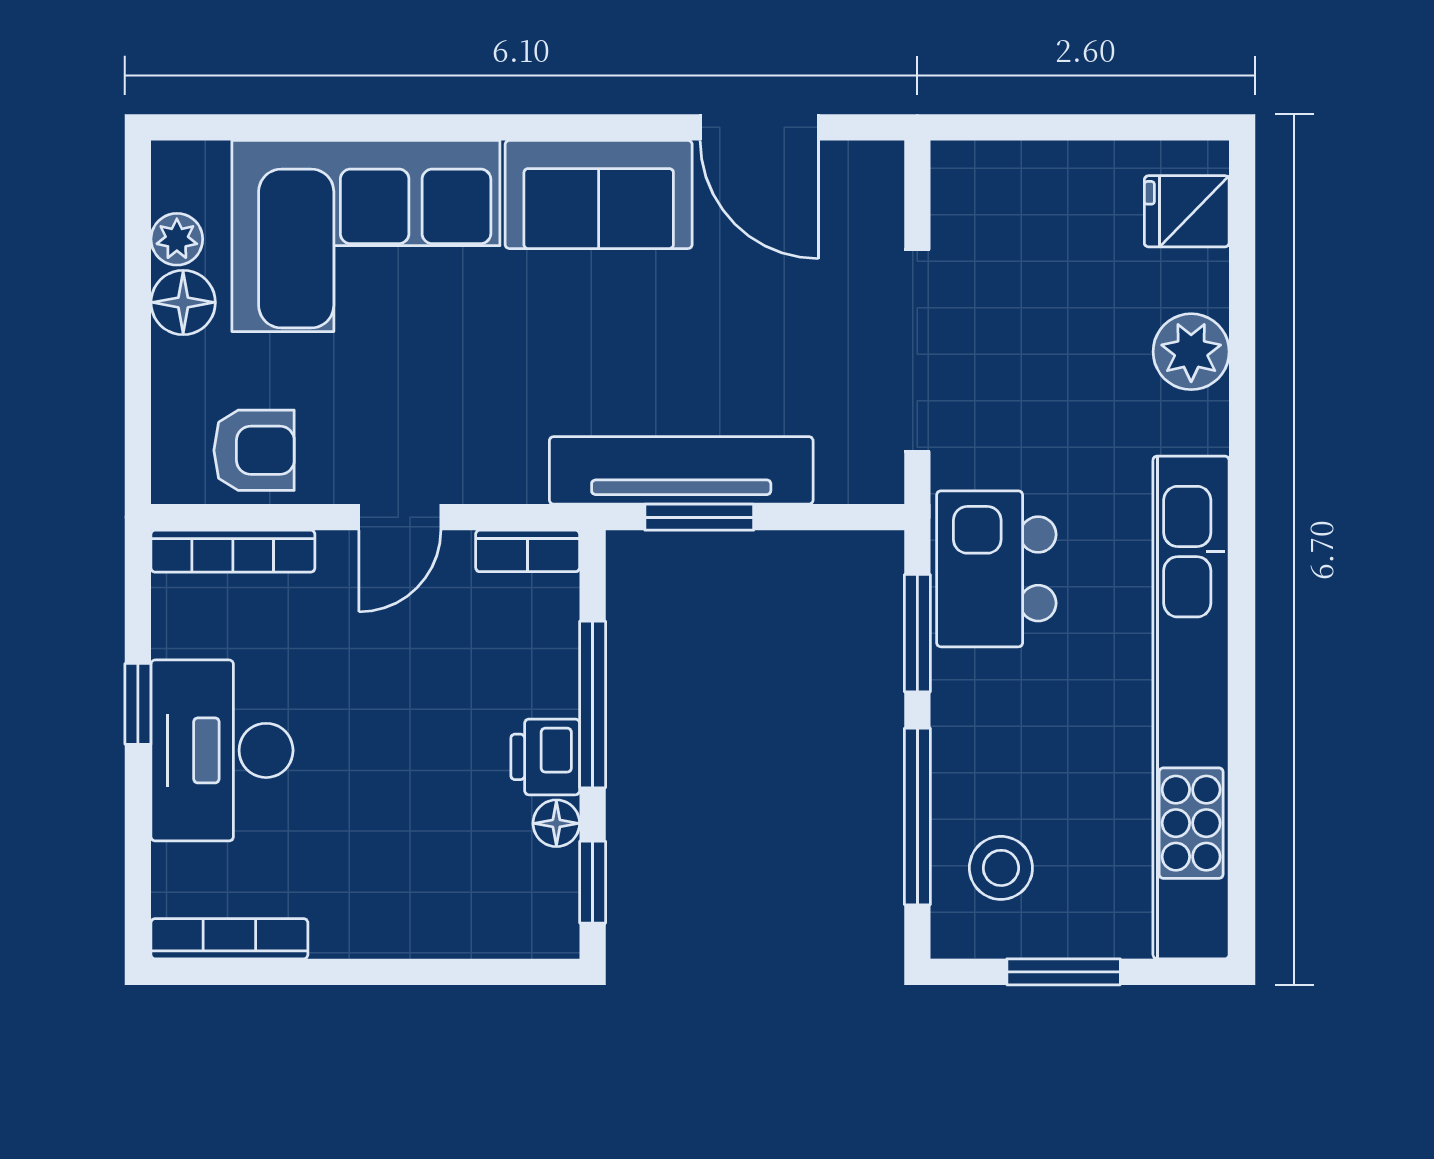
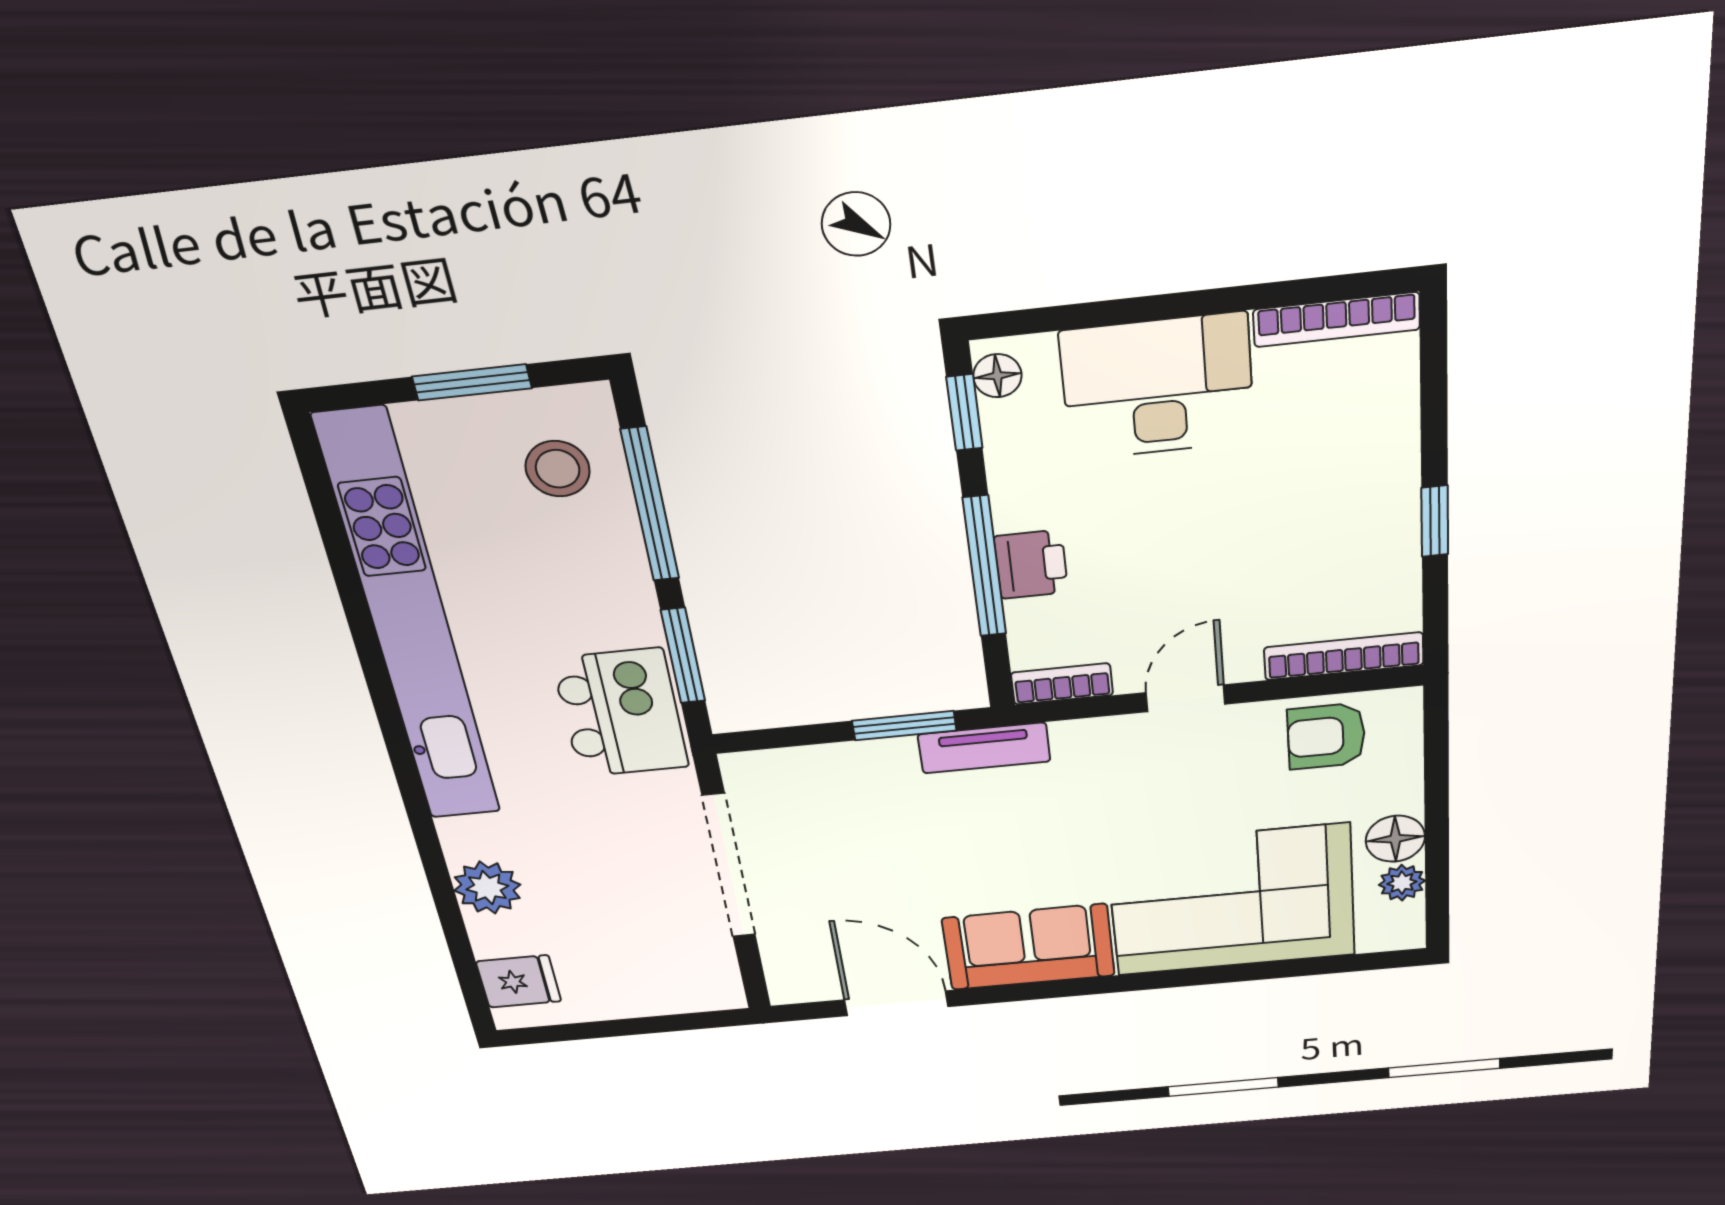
tv unit: (681, 470) -> (984, 748), width x0.52, depth x0.78
desk: (222, 750) -> (1158, 387), moved, turned -90
printer: (545, 757) -> (1031, 564), moved
floor lamp: (556, 823) -> (997, 376), moved

